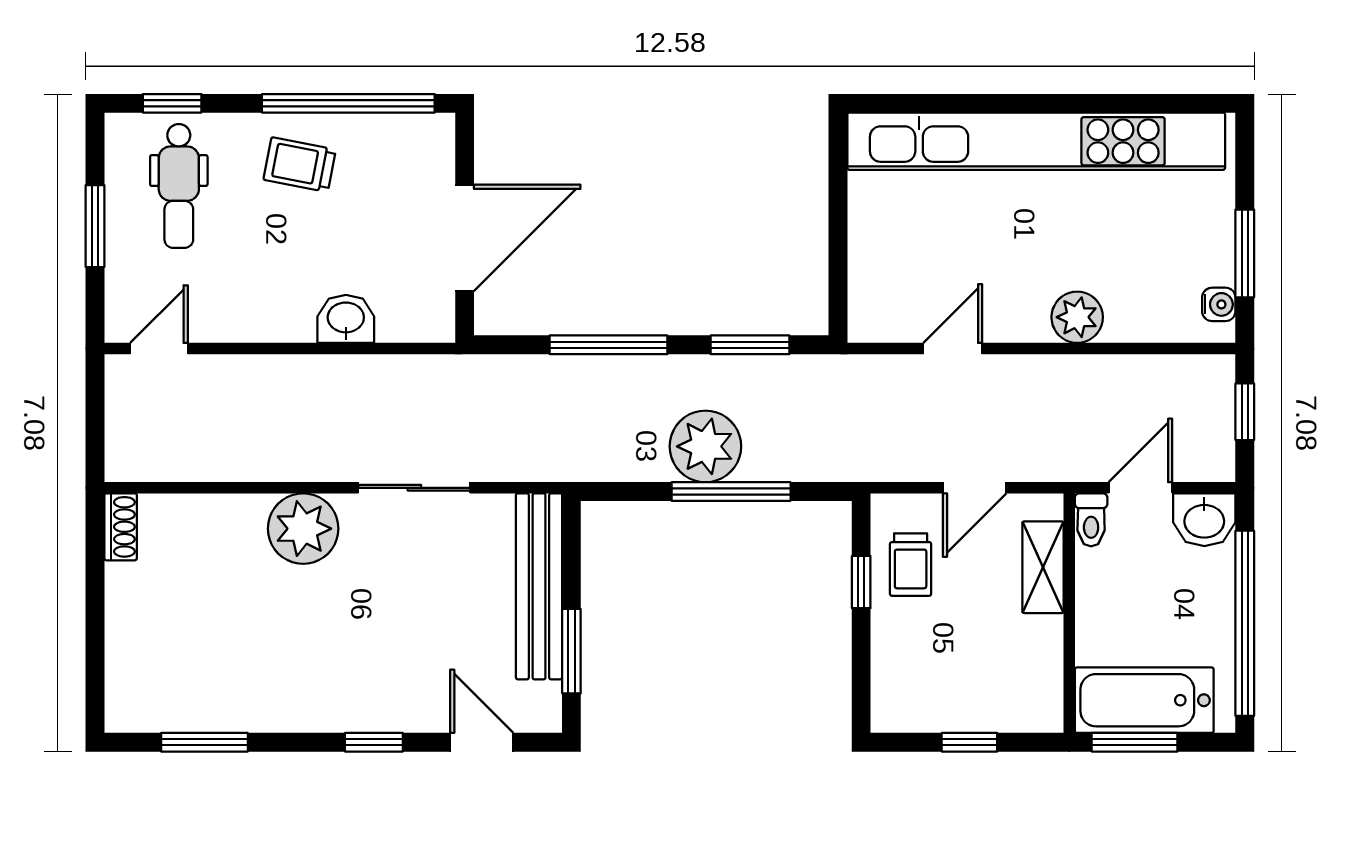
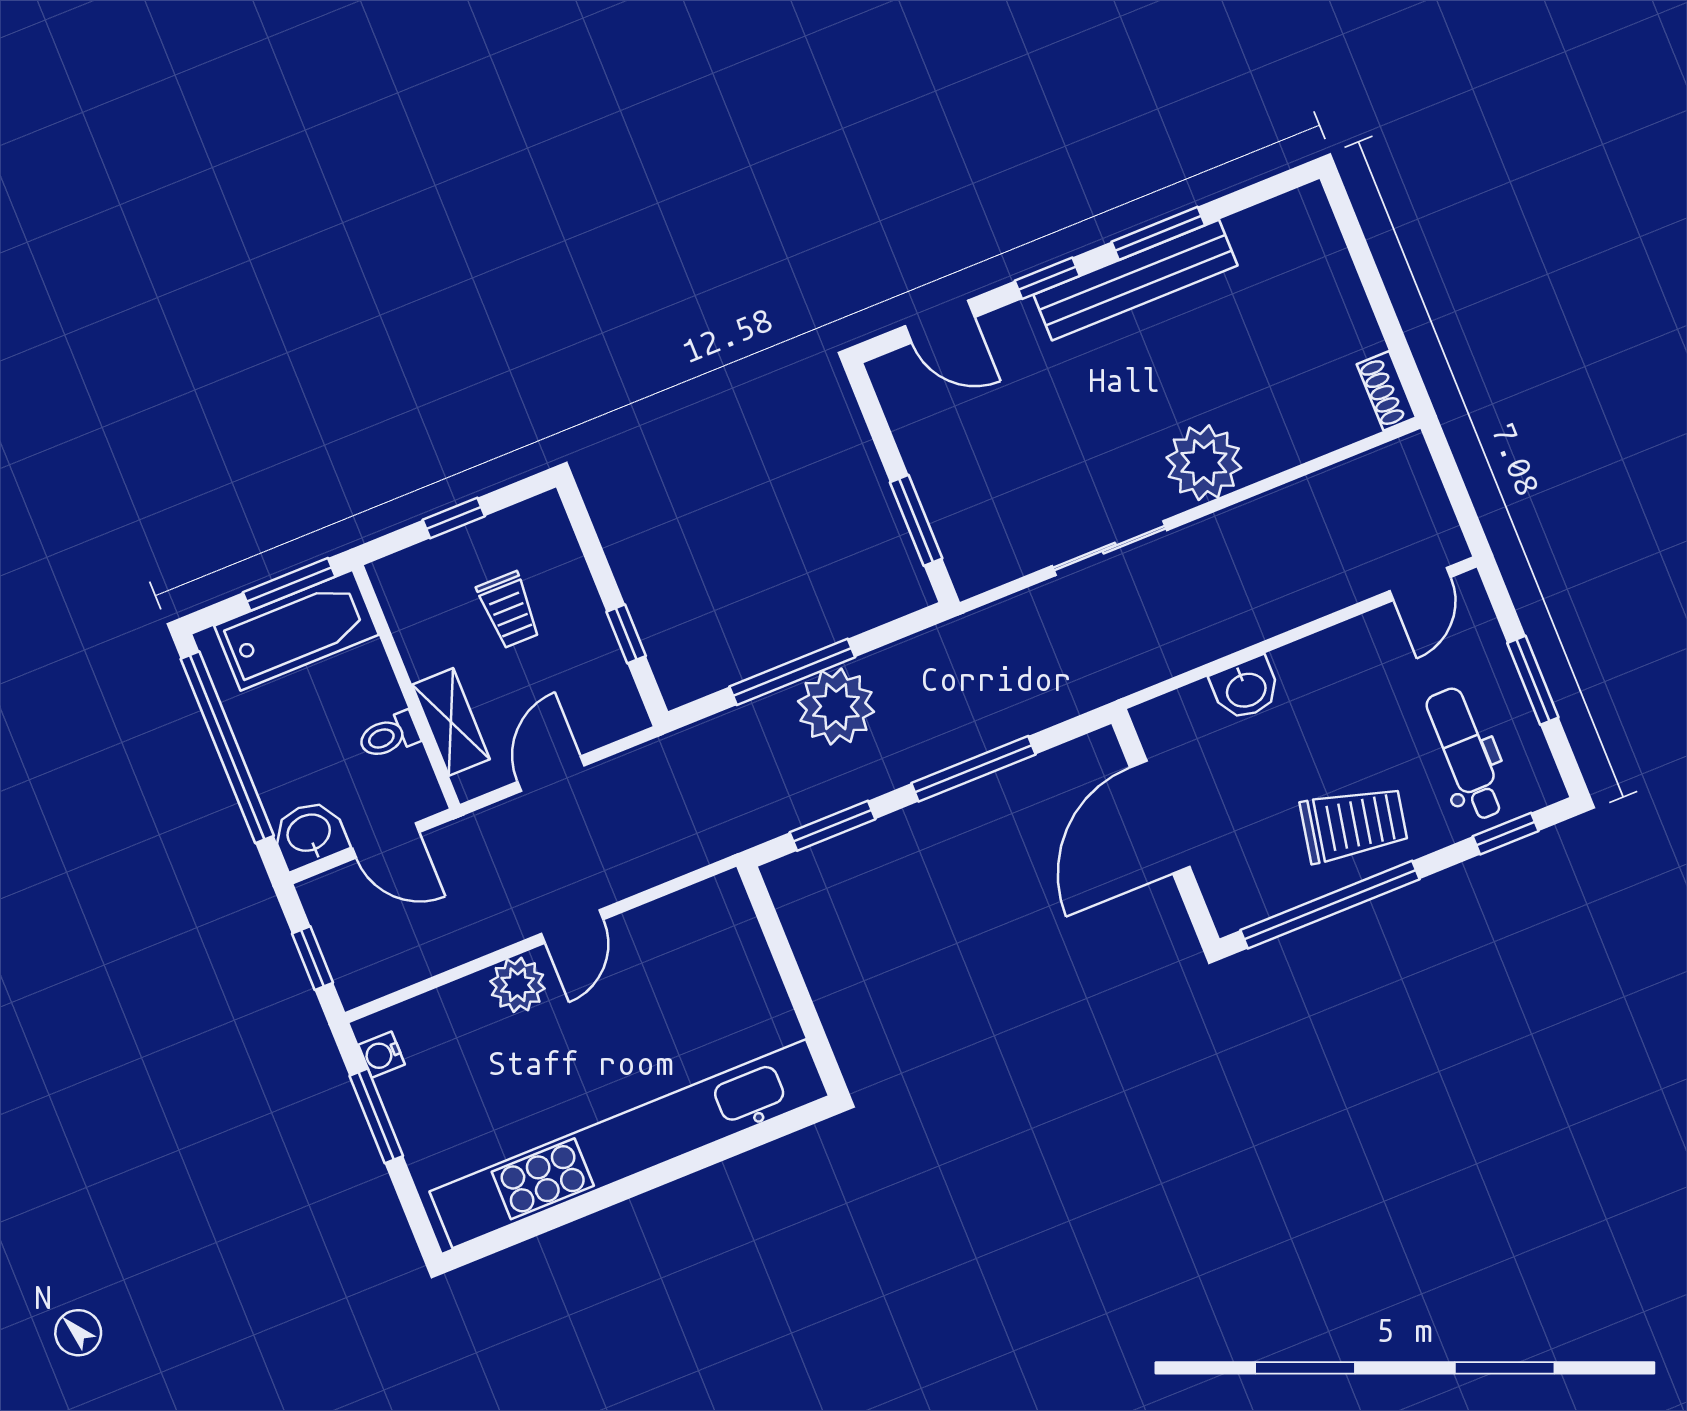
trolley: (300, 165) -> (1354, 824), width x1.36, depth x1.39
door: (953, 348) -> (572, 927), moved
door: (1140, 488) -> (386, 840), hinge flipped
toilet: (1091, 520) -> (389, 735), moved, turned -90
trolley: (911, 565) -> (509, 610), moved, turned 180
bench: (539, 586) -> (1135, 280), moved, turned 90
window: (571, 651) -> (916, 520), moved
window: (204, 742) -> (1158, 233), moved

